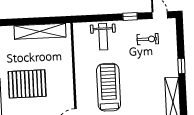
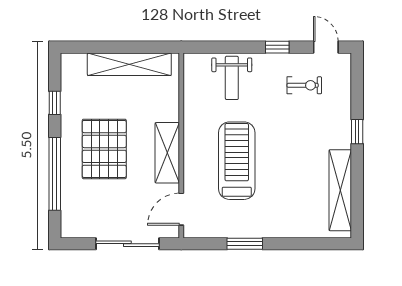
pallet: (27, 84) -> (104, 149), turned 90
shelving: (66, 84) -> (167, 153), added

